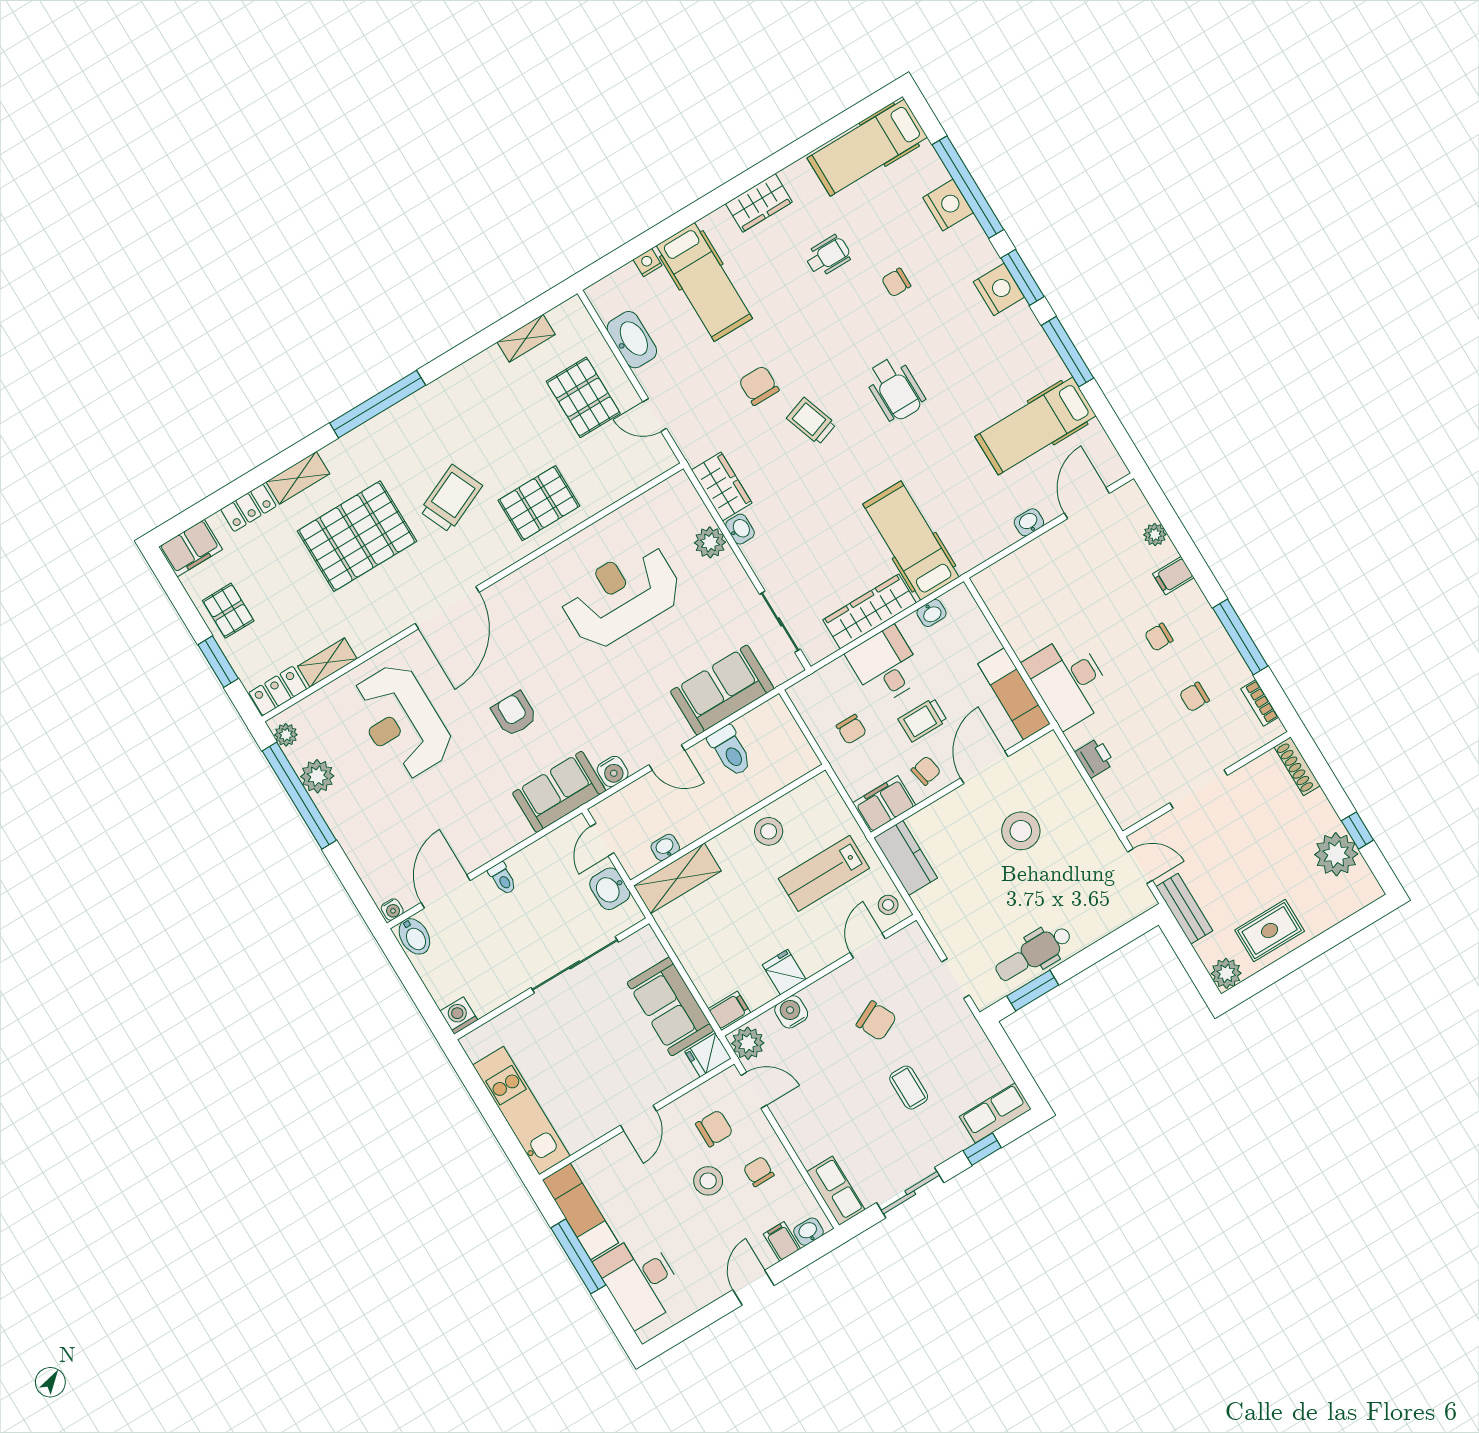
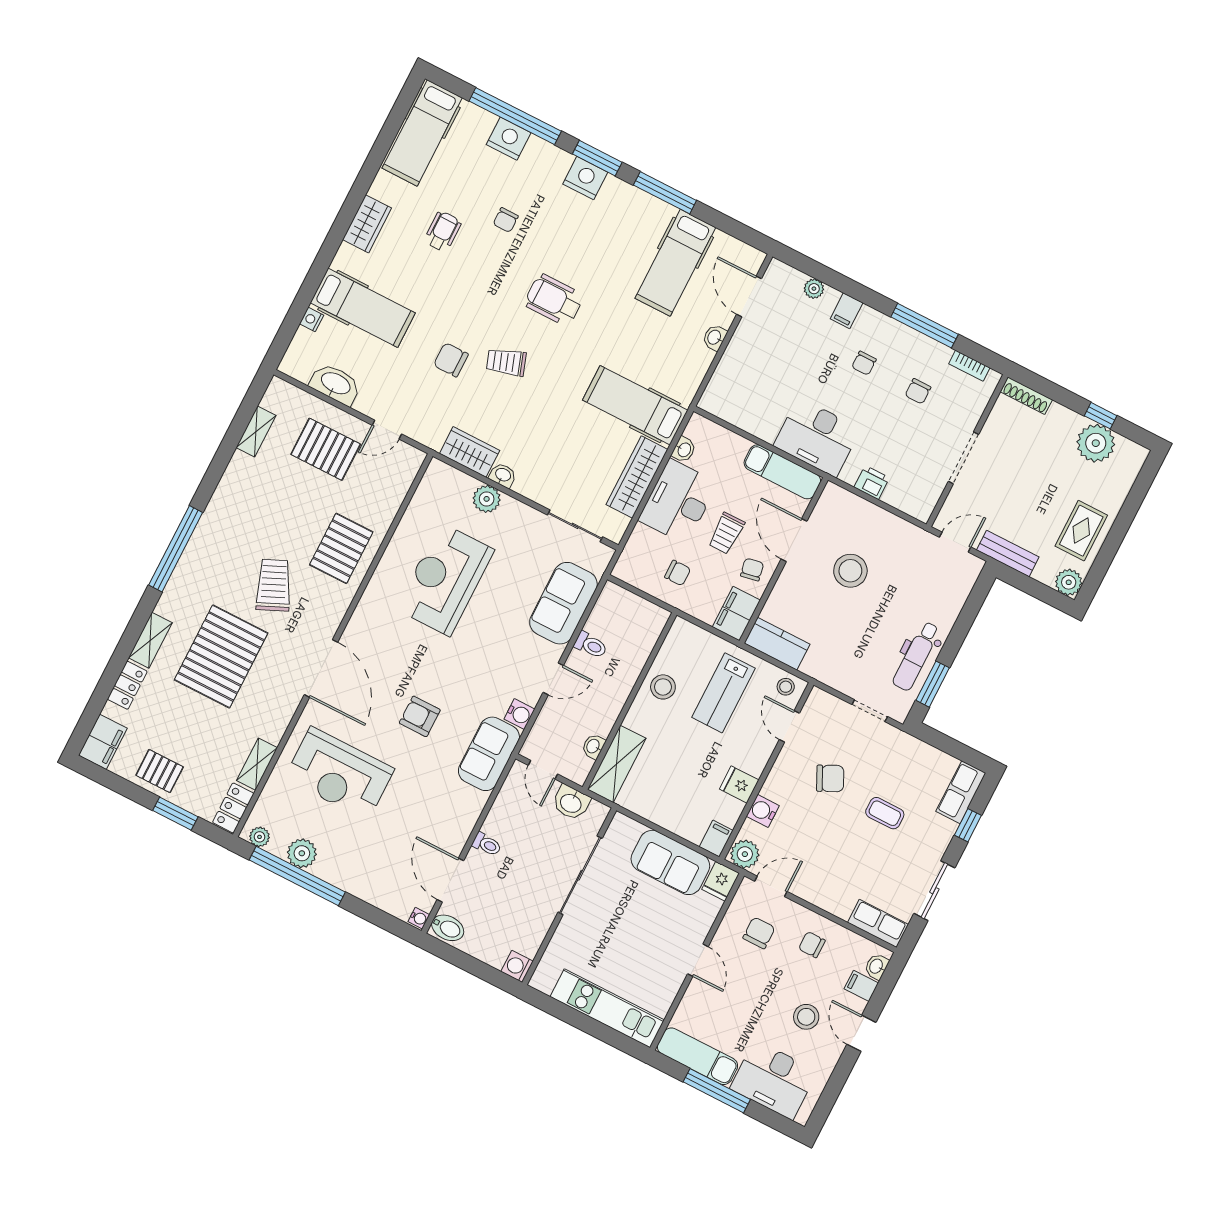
wheelchair: (895, 389) -> (554, 300), turned 180
desk: (885, 666) -> (678, 501), width x1.37
toilet: (730, 751) -> (591, 645), width x0.73, depth x0.72
stool: (708, 1181) -> (806, 1017), moved

